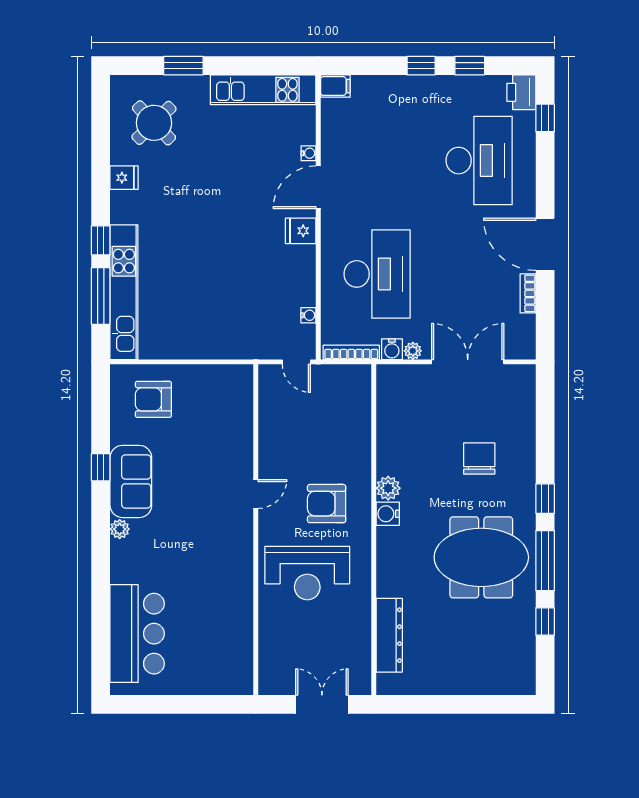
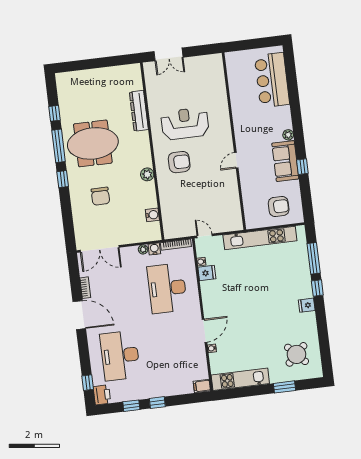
fridge: (124, 178) -> (307, 305), moved
fridge: (301, 231) -> (207, 273), moved
kitchen unit: (124, 292) -> (260, 238), moved, turned -90
double door: (468, 362) -> (100, 249), moved
door: (256, 494) -> (236, 160), moved
water cooler: (388, 514) -> (152, 215), moved
wall: (256, 530) -> (234, 141), moved
dresser: (389, 635) -> (139, 111), moved

